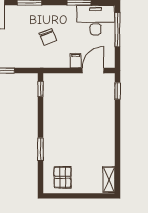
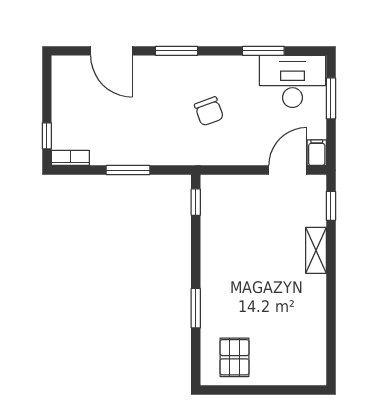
window: (117, 30) -> (331, 98), width x0.69
filing cabinet: (76, 61) -> (317, 153), moved
shelving: (109, 180) -> (316, 250), moved

